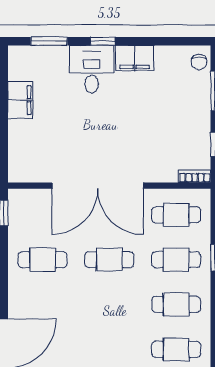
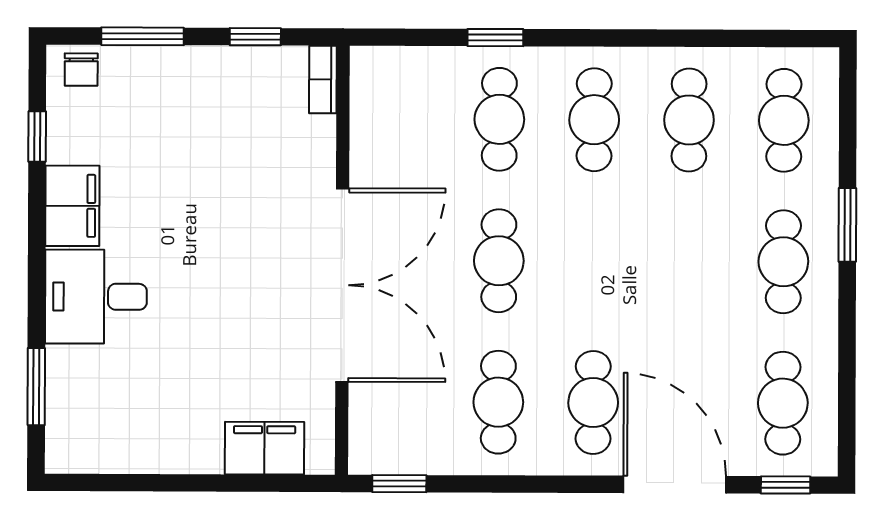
window: (103, 41) -> (37, 137), moved
chair: (199, 62) -> (81, 70), turned 90
filing cabinet: (20, 100) -> (265, 448), moved
cafe table: (176, 215) -> (593, 402), moved

